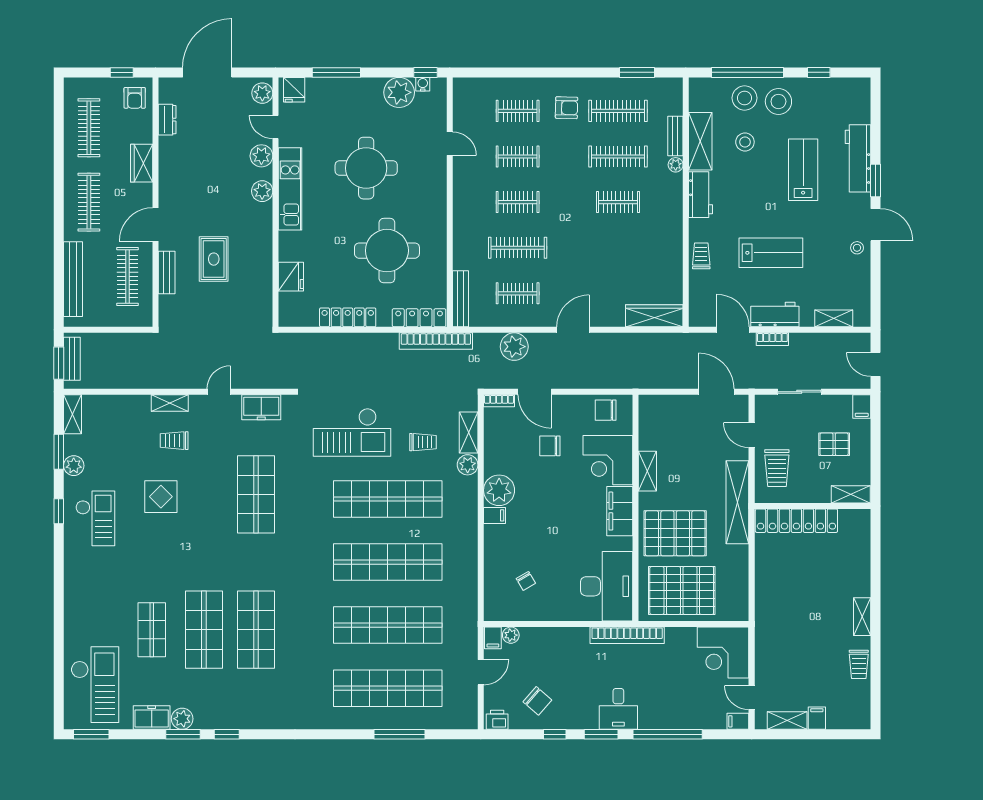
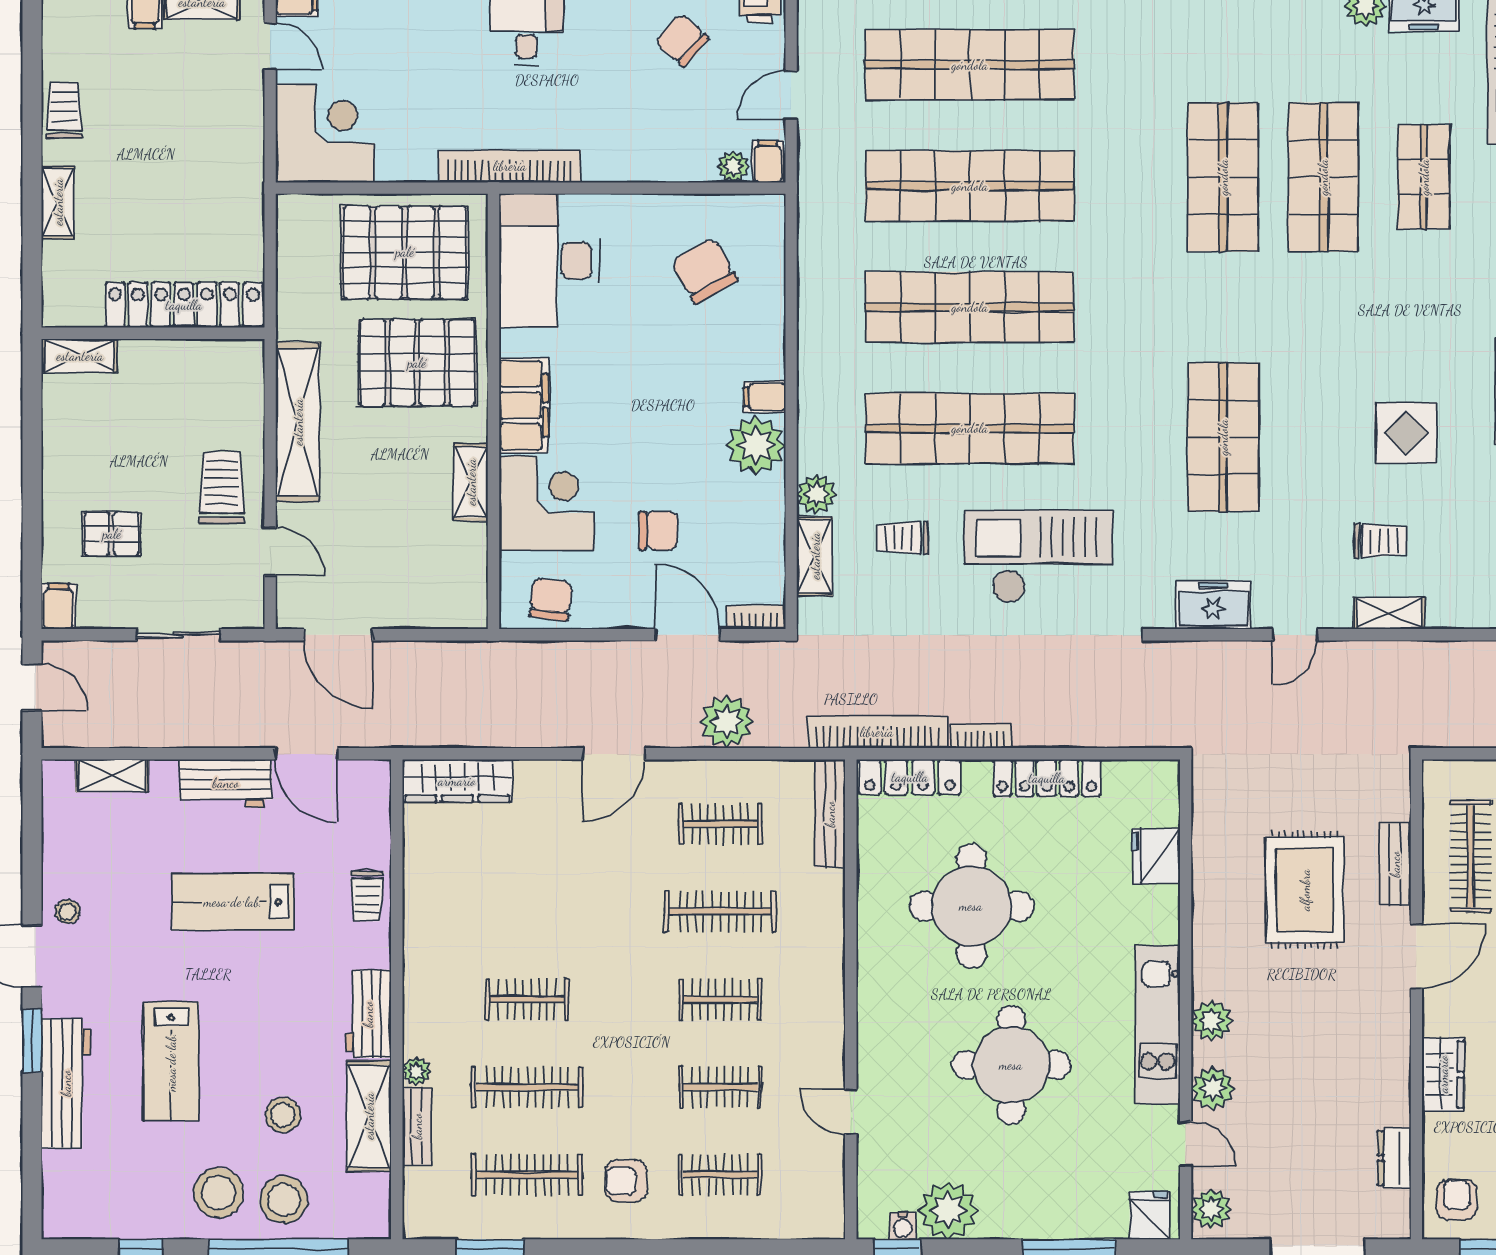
rug: (214, 259) -> (1305, 890), width x1.36, depth x1.43
bookcase: (772, 339) -> (981, 736), moved
chair: (606, 410) -> (551, 599), turned -83
shelving: (851, 494) -> (80, 356), moved
wall: (813, 506) -> (153, 333), moved
locker: (796, 521) -> (184, 305), moved
chair: (526, 581) -> (704, 271), width x1.87, depth x1.87

